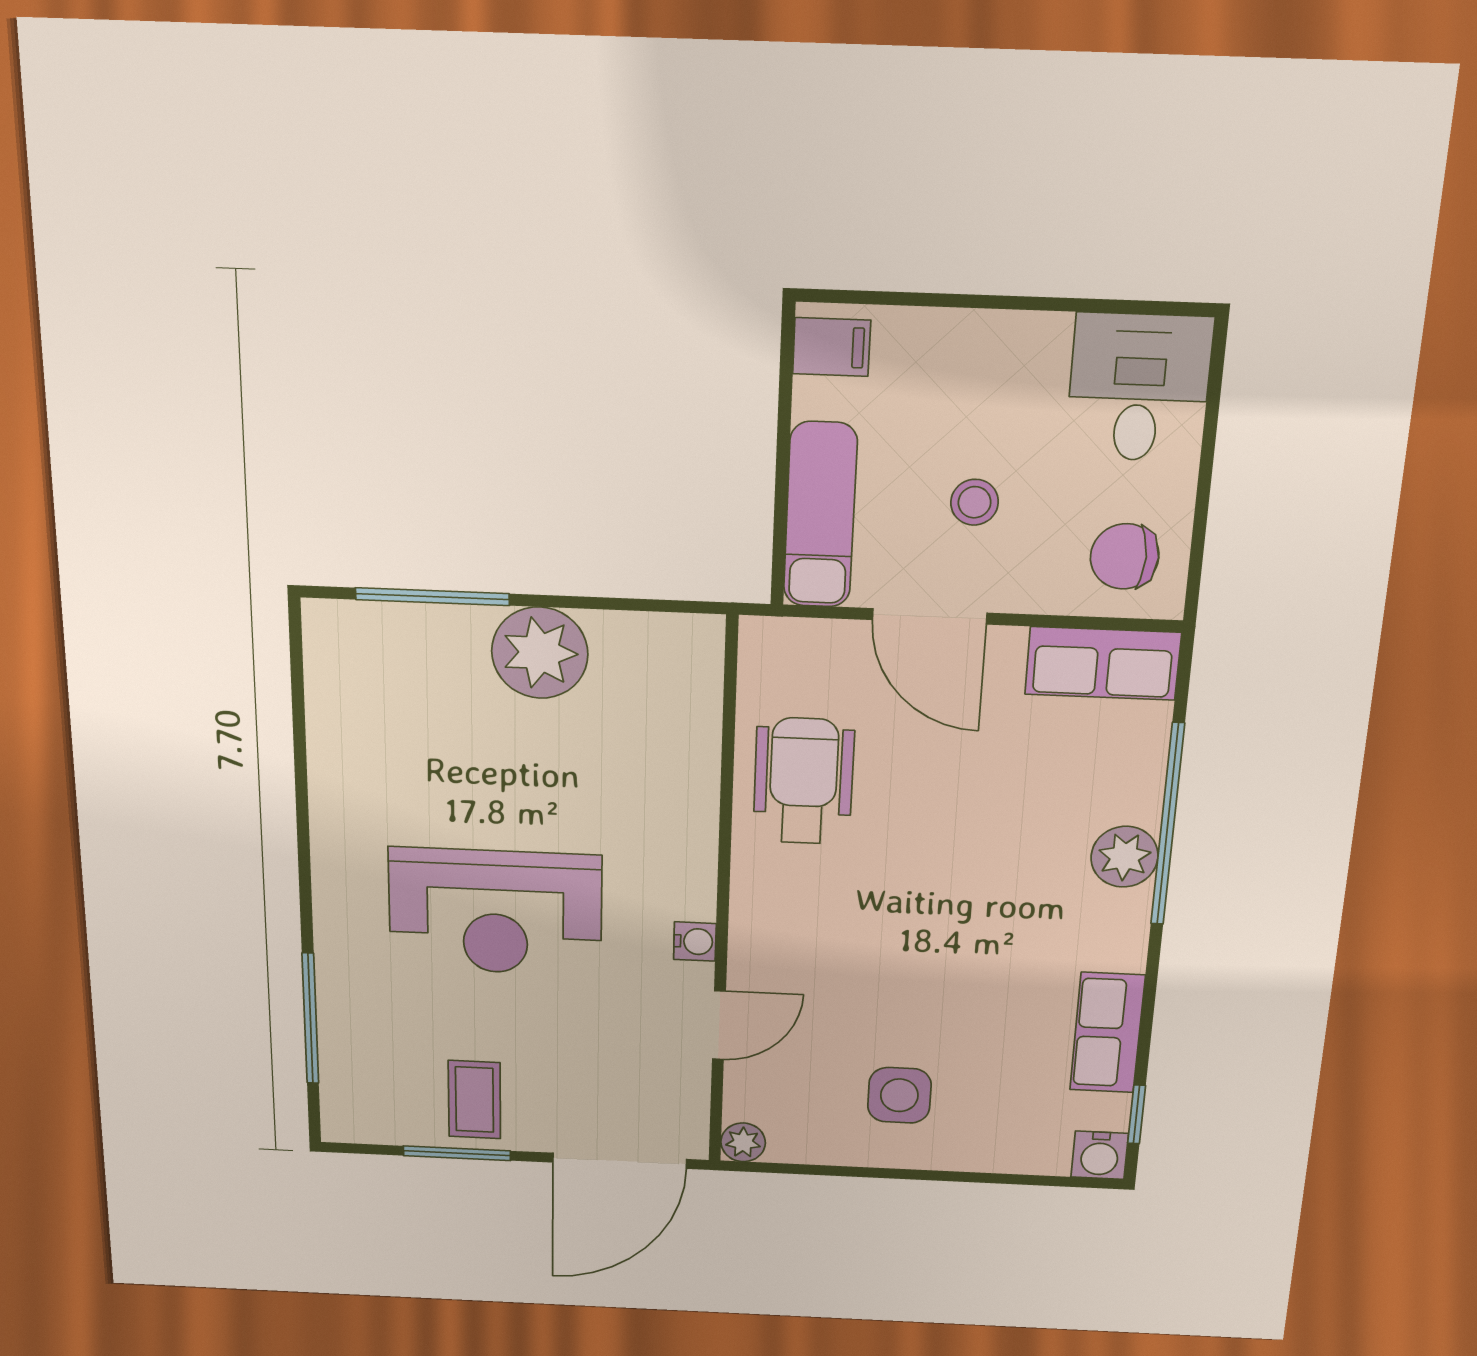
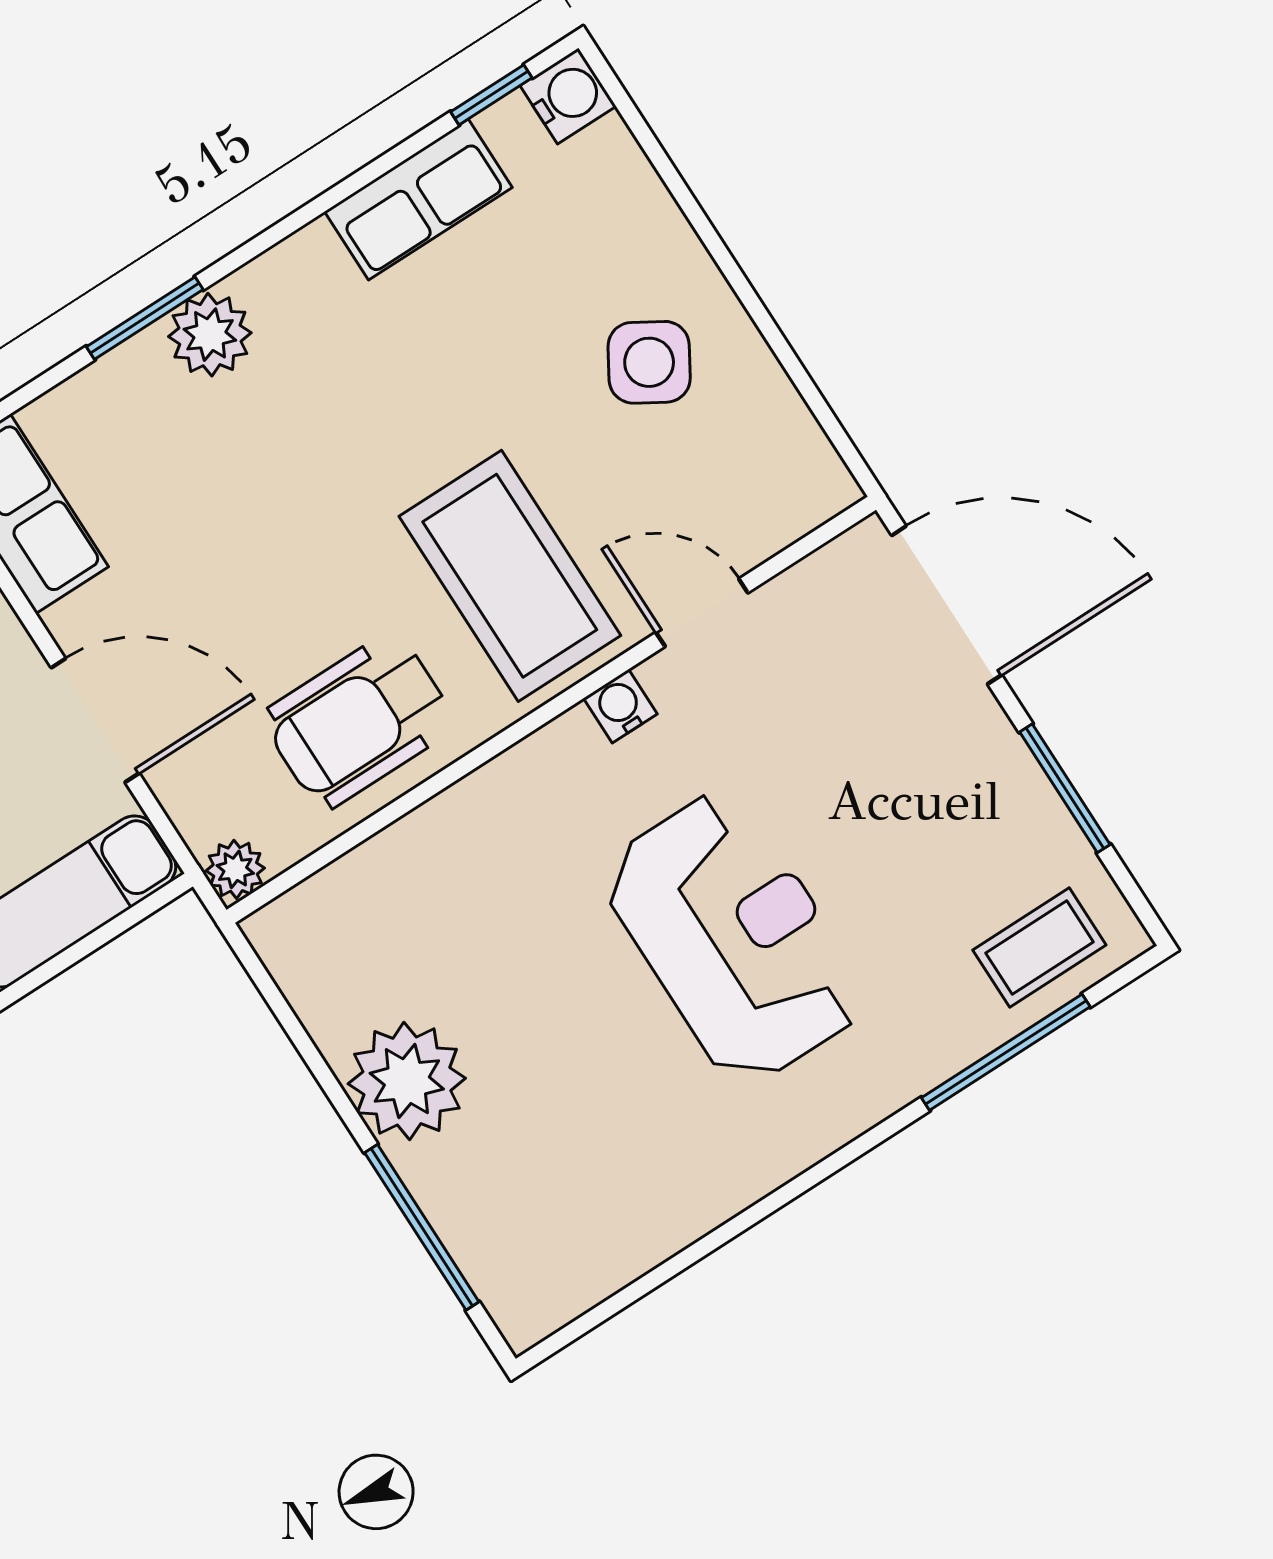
door: (930, 616) -> (95, 720), hinge flipped
window: (1168, 825) -> (145, 318), width x0.47
coffee table: (828, 931) -> (510, 576), added
side table: (899, 1095) -> (649, 362), turned 31
coffee table: (474, 1100) -> (1039, 947), moved
plant: (743, 1142) -> (235, 869), moved

